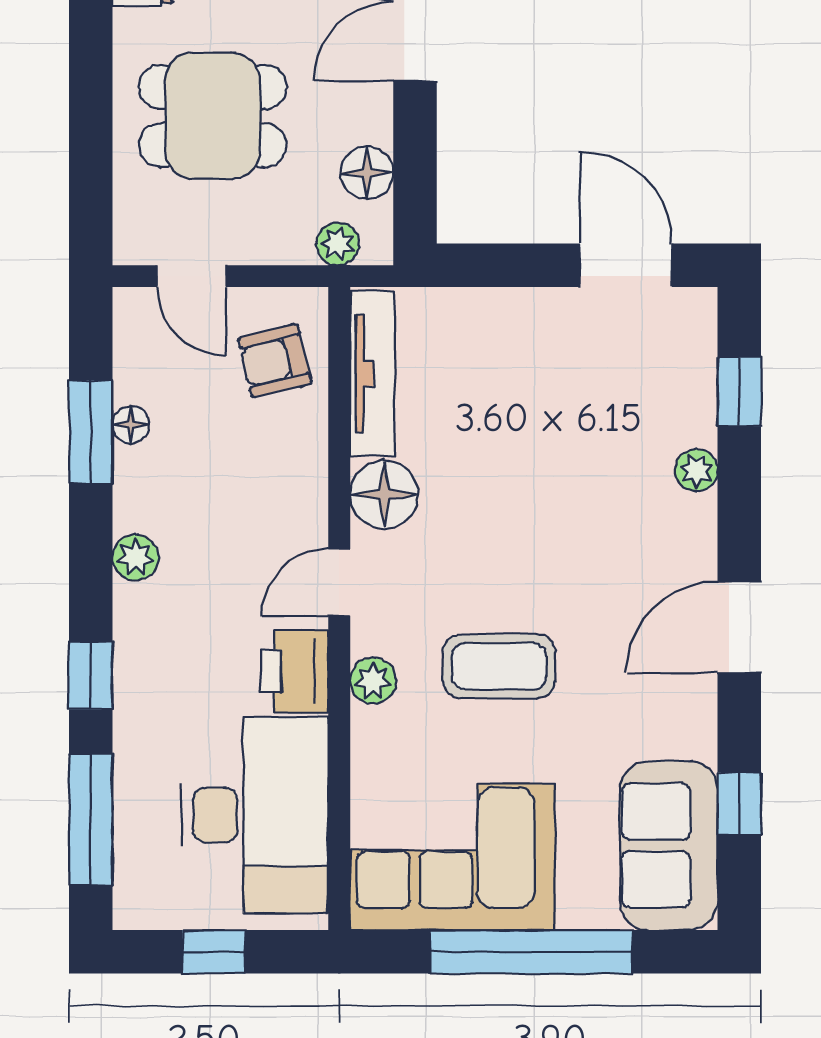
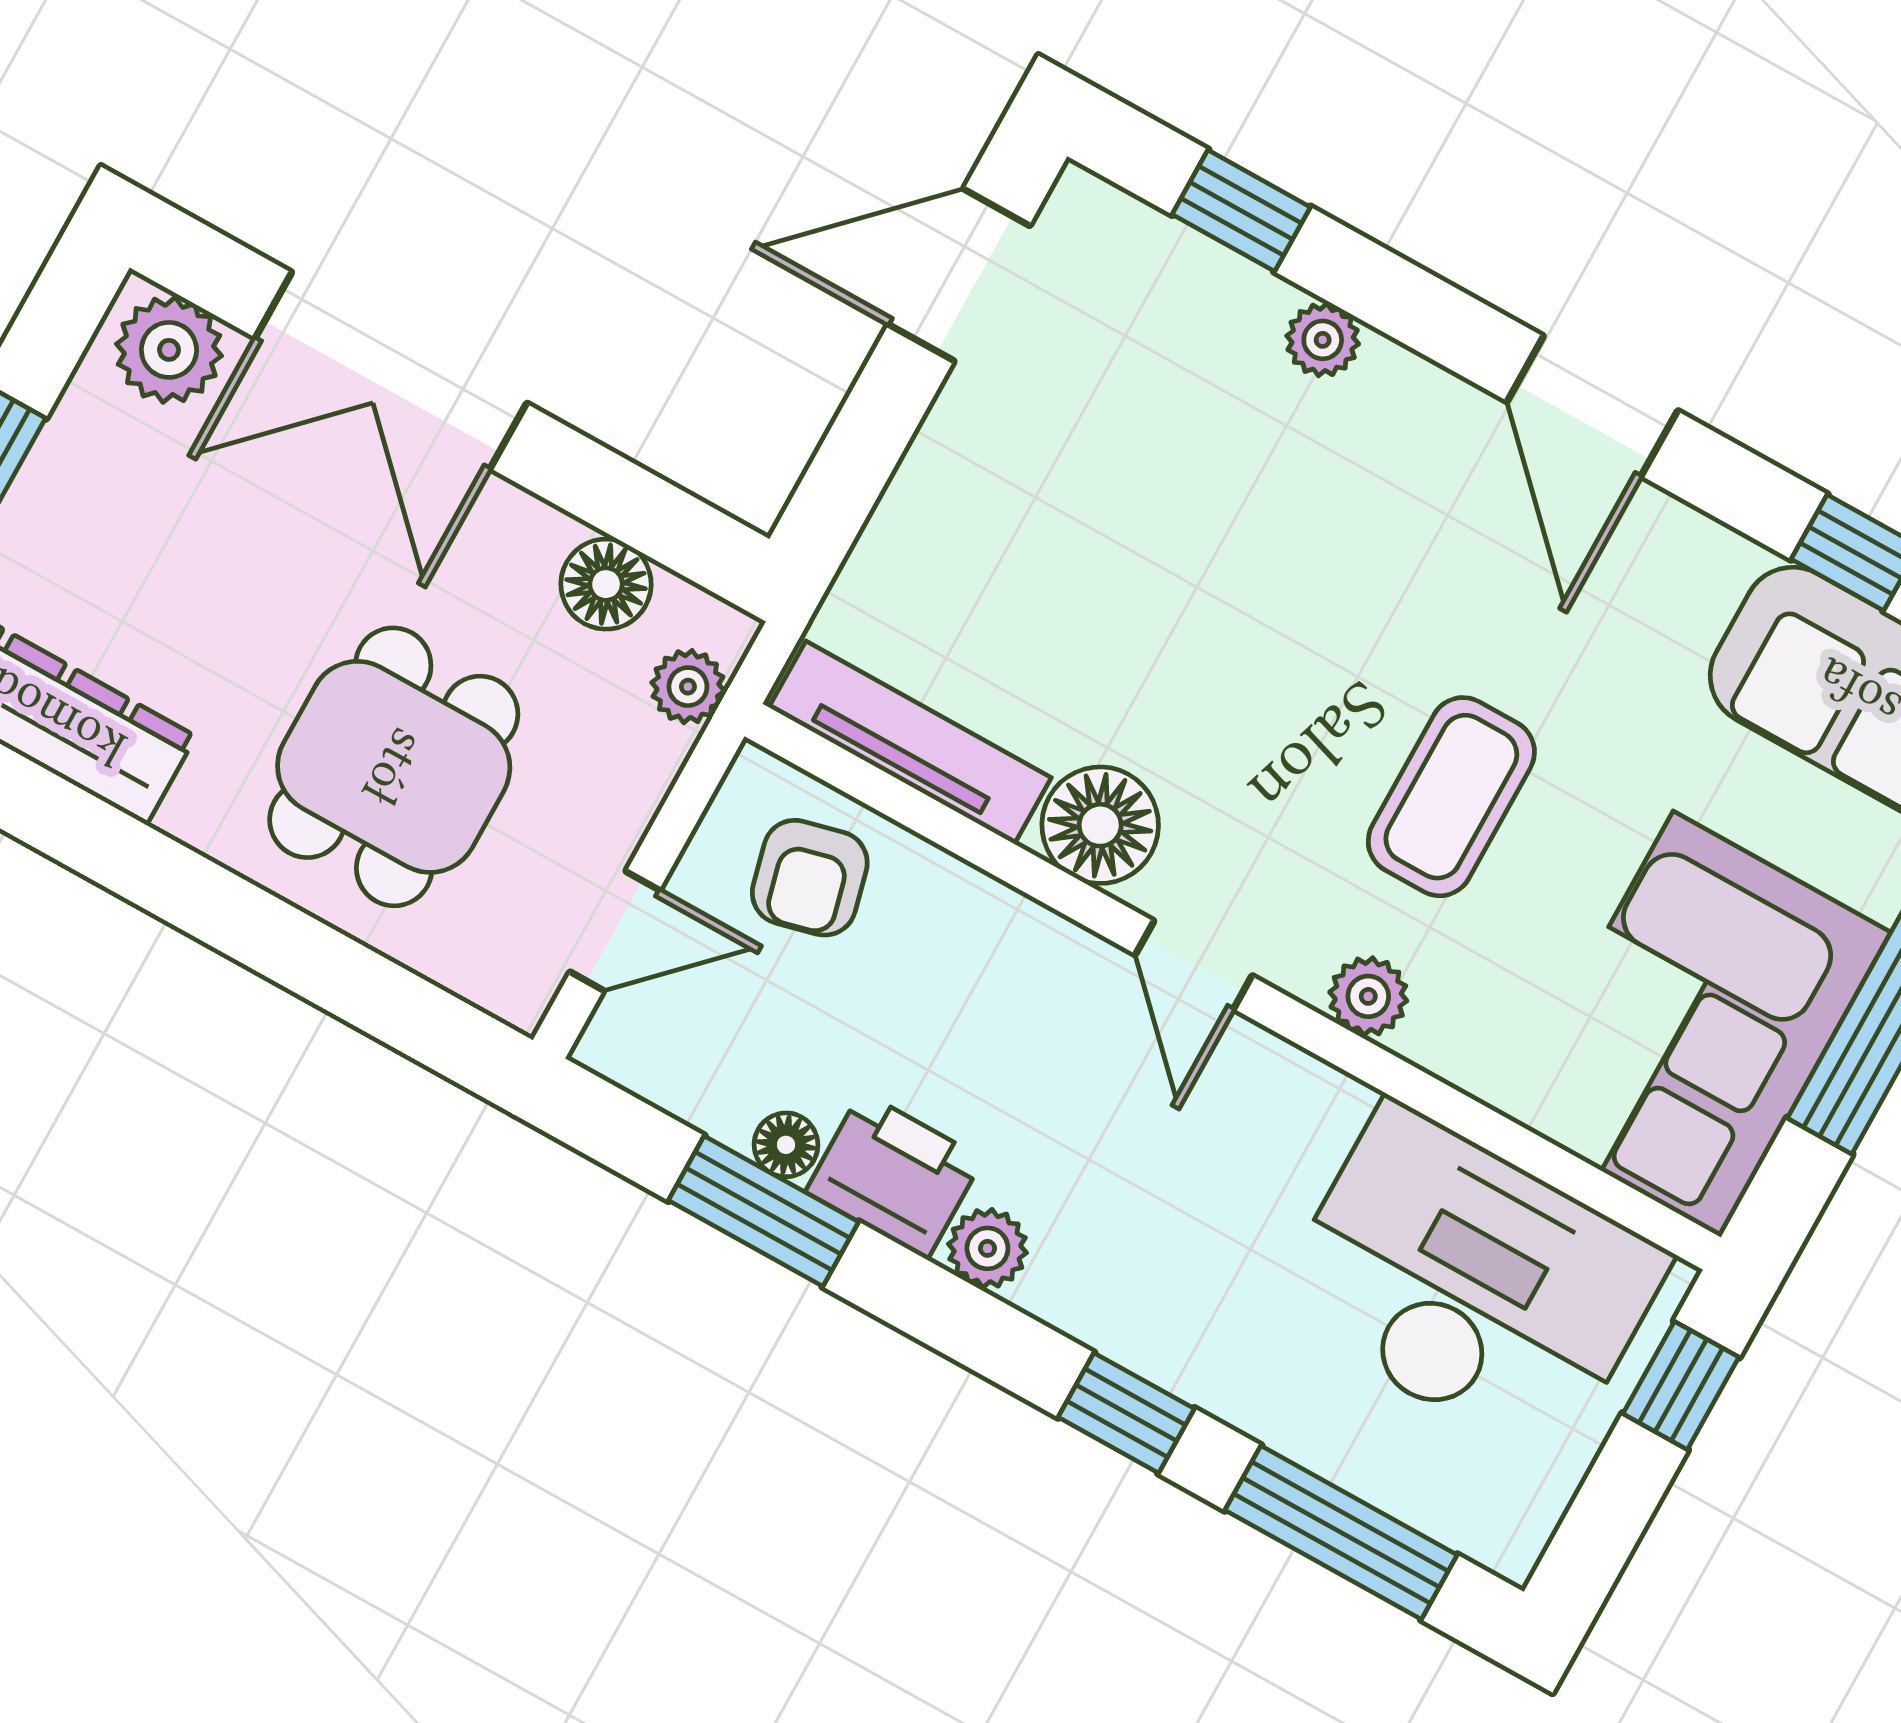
printer: (294, 671) -> (894, 1175), moved, turned 180
window: (214, 952) -> (1681, 1385), moved

